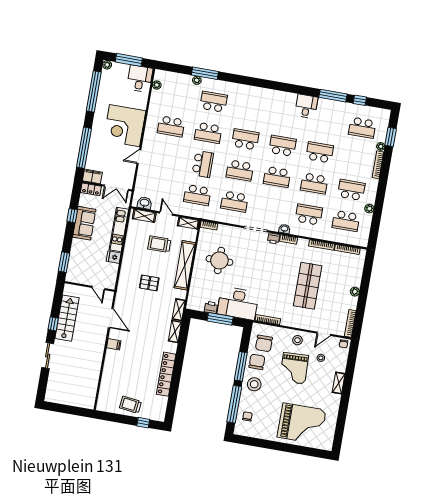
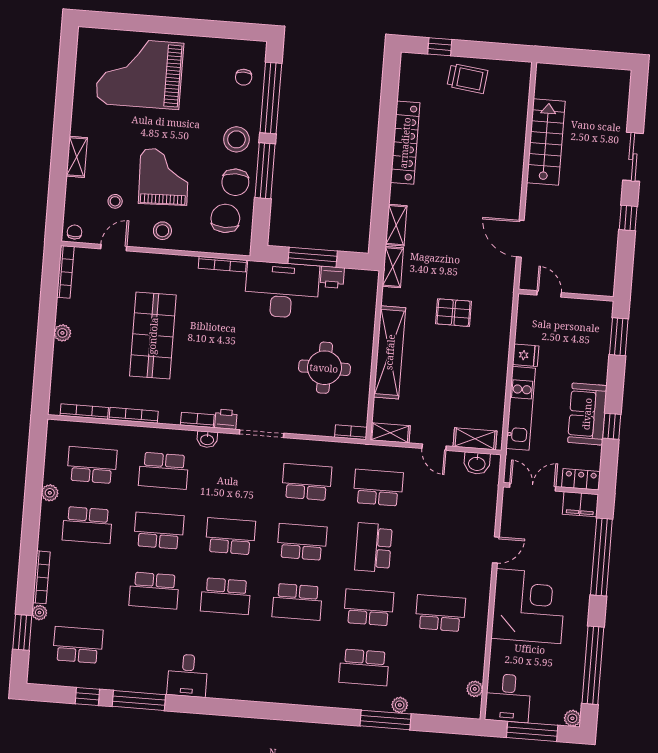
trolley: (159, 244) -> (441, 388), removed
stairs: (67, 318) -> (546, 142), moved, turned 180
filing cabinet: (114, 344) -> (510, 190), removed

